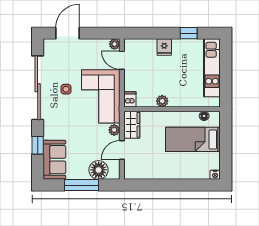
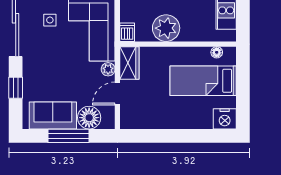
plant: (162, 101) -> (166, 28), width x1.87, depth x1.87
sofa: (54, 160) -> (53, 116), moved, turned -90
nightstand: (215, 175) -> (225, 119), width x1.89, depth x1.79

